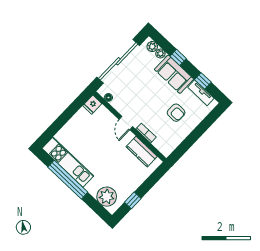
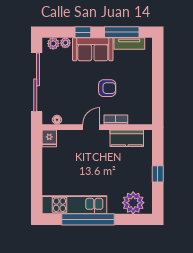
window: (203, 81) -> (122, 32), width x2.17
armchair: (176, 113) -> (107, 88), moved
door: (126, 123) -> (91, 127), swing flipped
window: (133, 200) -> (158, 174), moved

